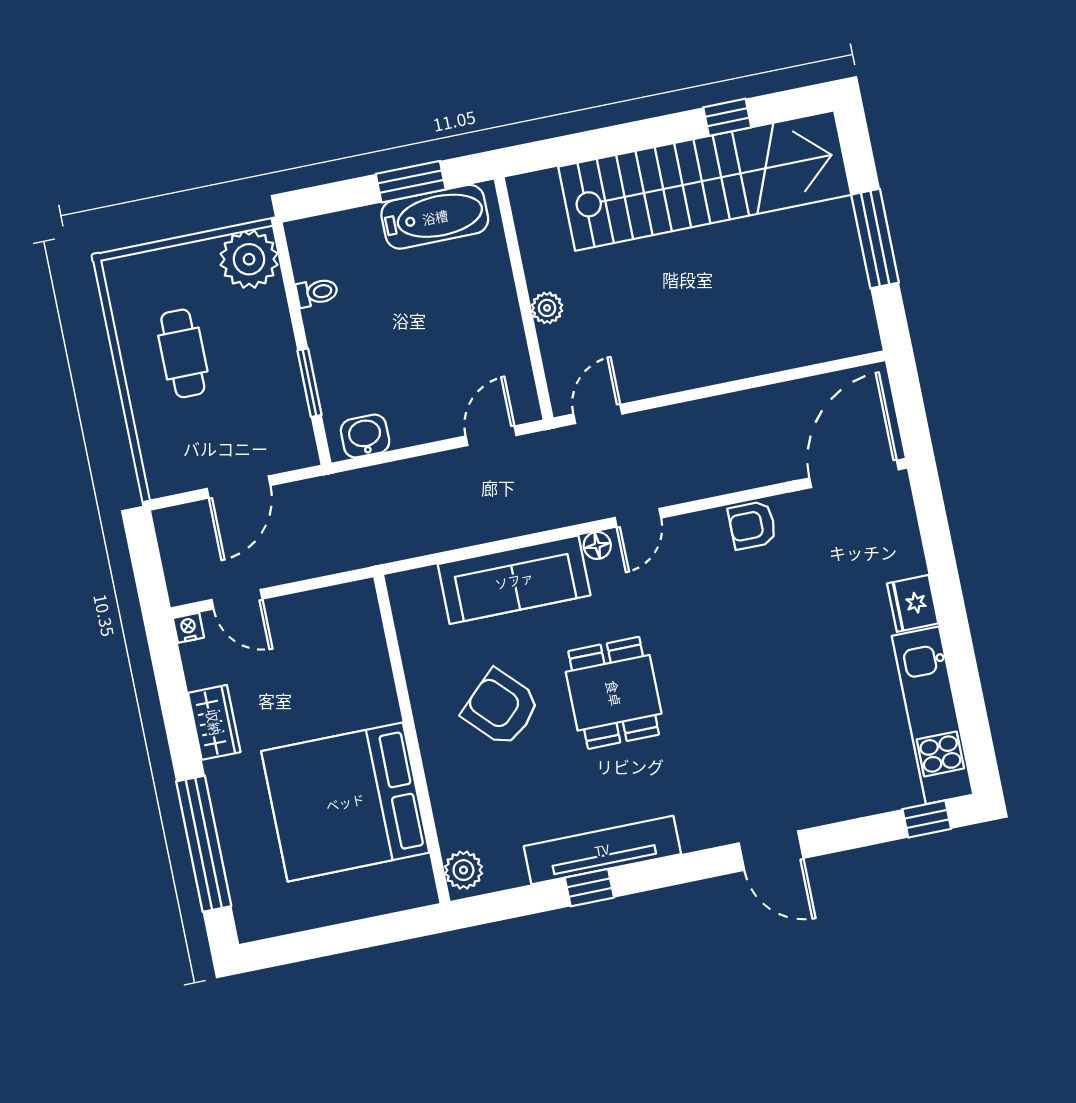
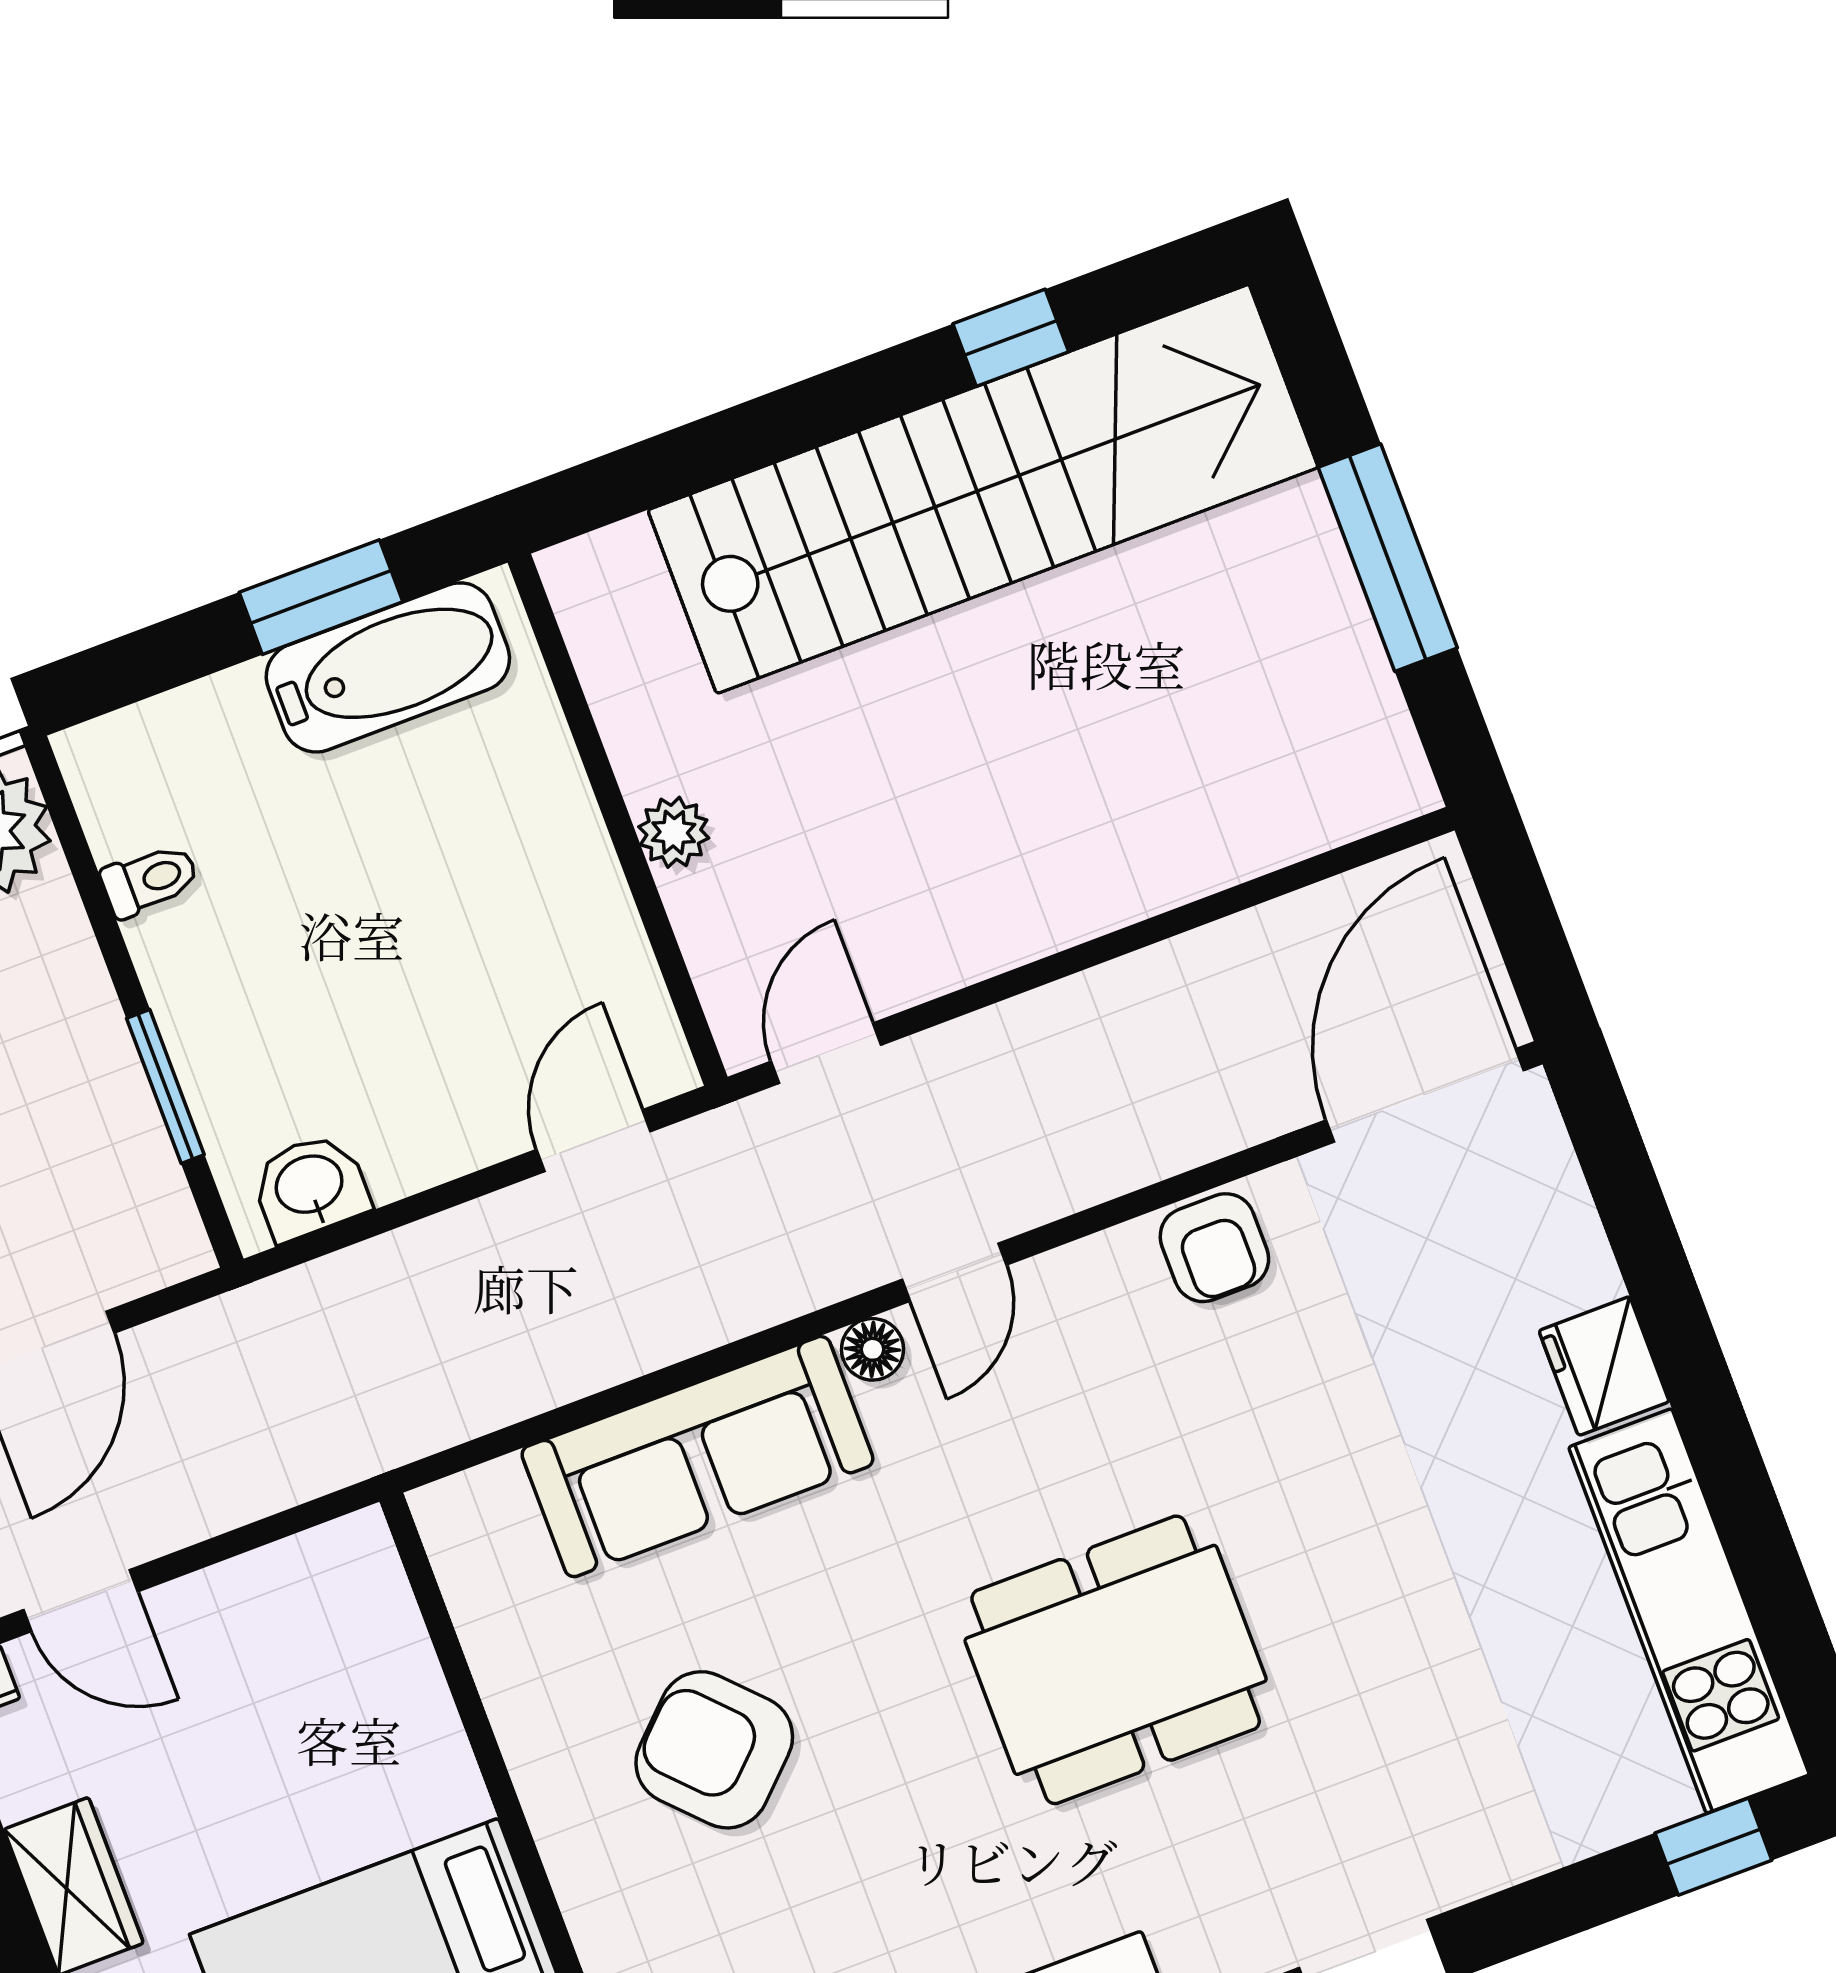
armchair: (752, 525) -> (1214, 1248), turned -90
dining table: (614, 693) -> (1116, 1660), moved, width x1.38

